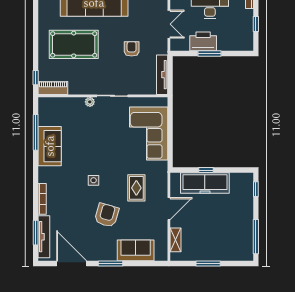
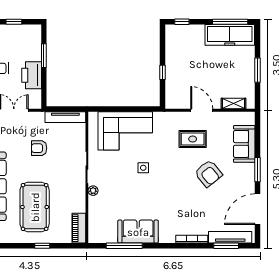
window: (210, 54) -> (44, 56), moved
window: (36, 78) -> (42, 246), moved
side table: (94, 180) -> (143, 168), moved
freezer: (205, 183) -> (230, 35), moved, turned 90
rug: (136, 188) -> (193, 139), moved
armchair: (107, 215) -> (208, 173), turned -145

